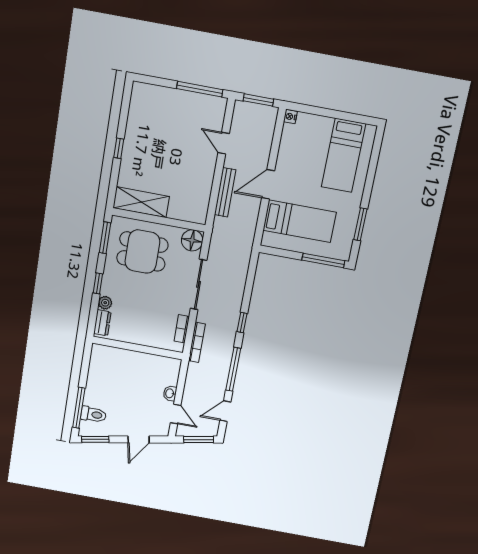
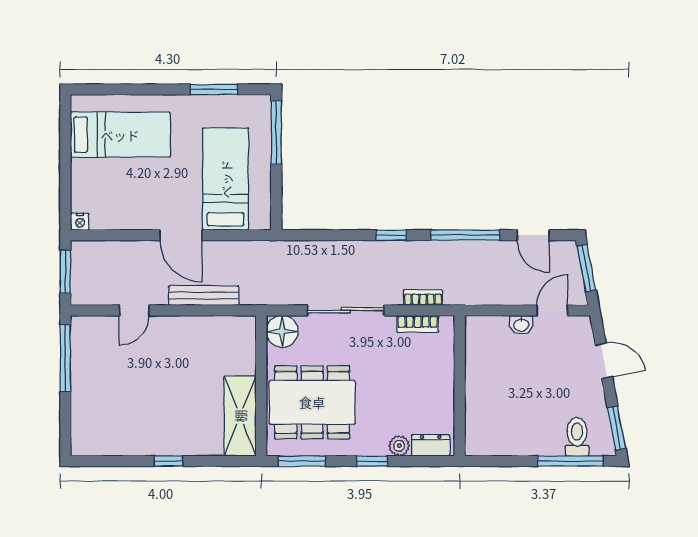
dining table: (142, 251) -> (312, 402), width x1.37
bookcase: (197, 342) -> (423, 298), width x0.64

